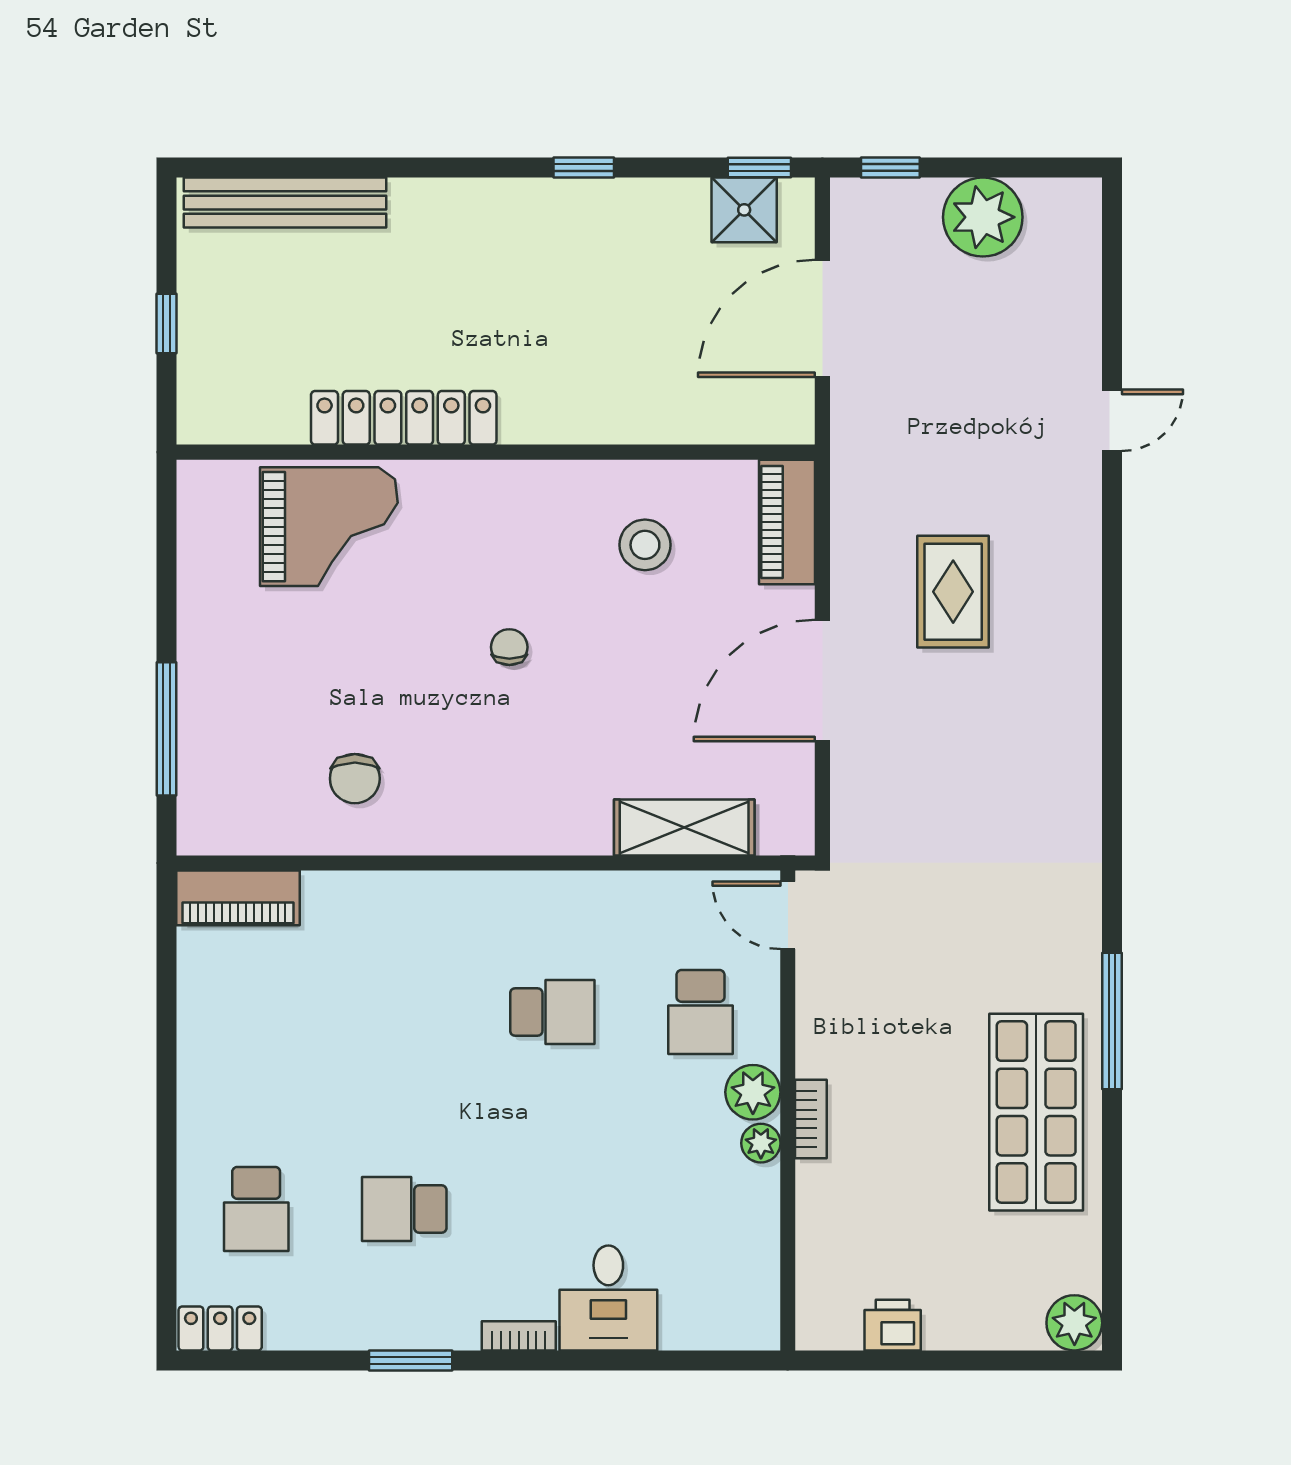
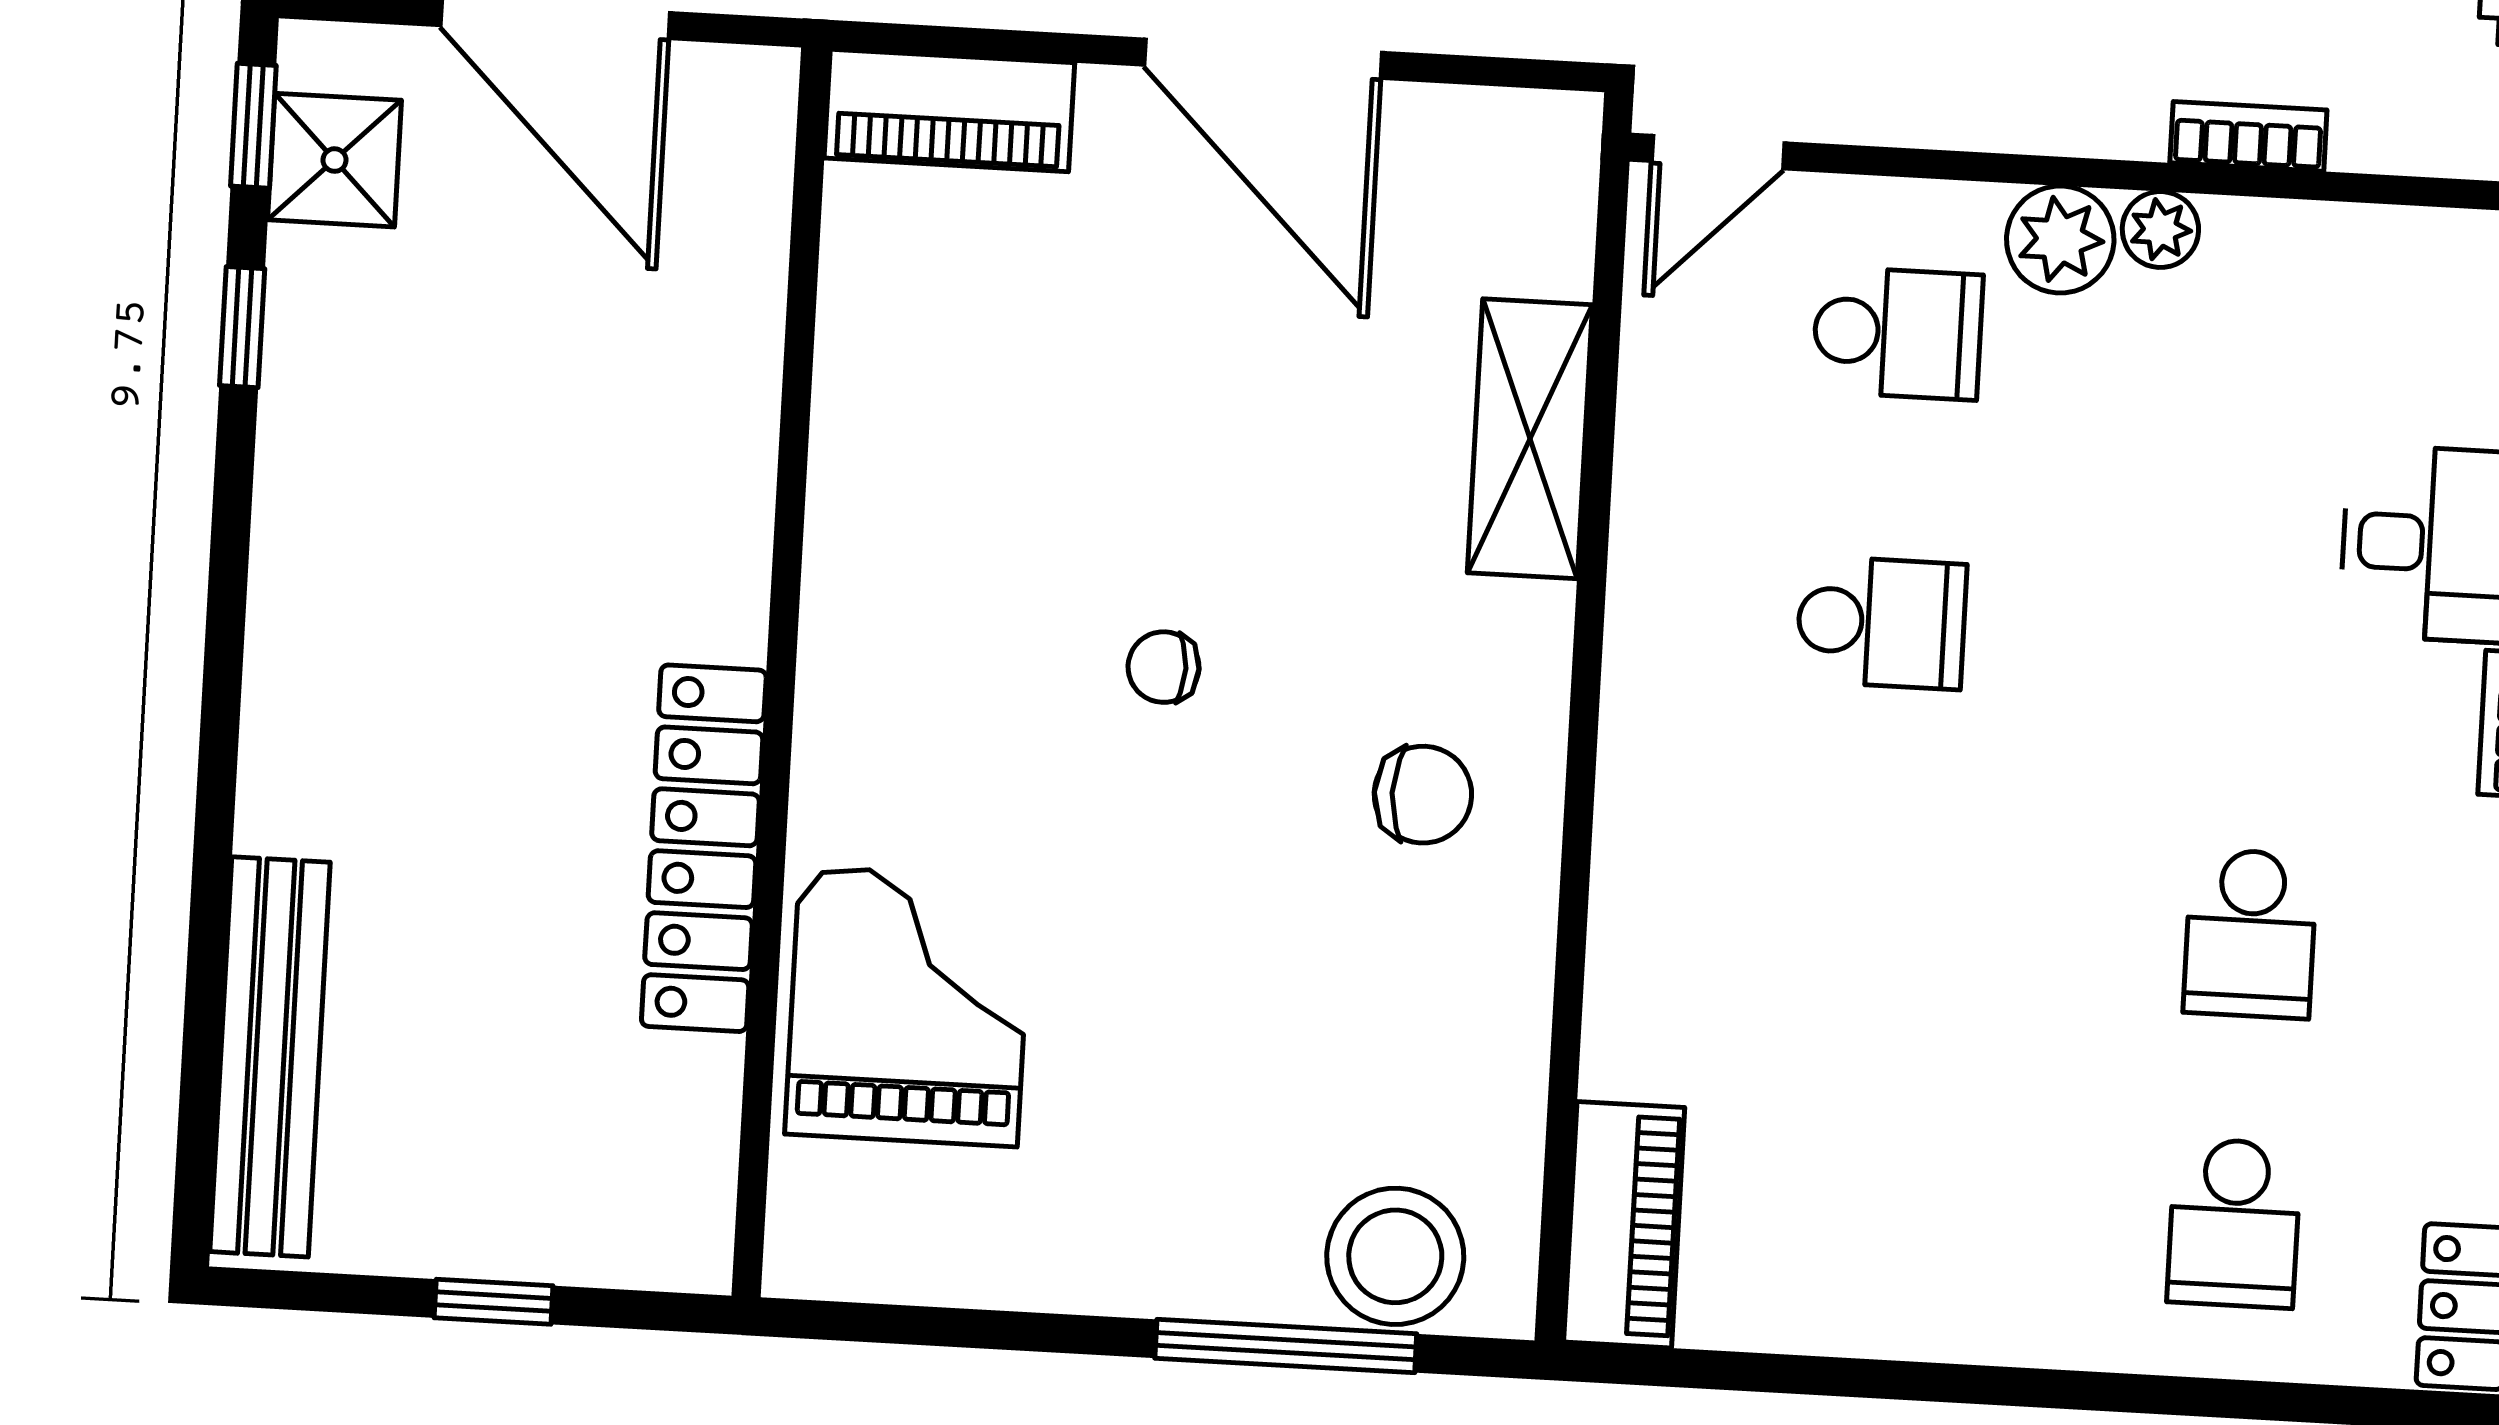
window: (584, 168) -> (242, 327), moved
stool: (645, 545) -> (1395, 1256), moved, width x1.38, depth x1.38
chair: (355, 779) -> (1423, 795), moved
shelving: (684, 828) -> (1530, 439), moved
school desk: (552, 1012) -> (1881, 623), turned 90
bookcase: (811, 1119) -> (2248, 136), moved
school desk: (256, 1209) -> (2234, 1223), turned 90

